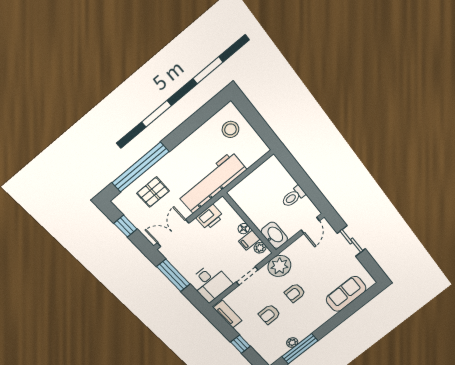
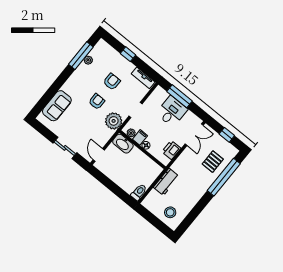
workbench: (212, 183) -> (166, 182), width x0.53, depth x0.76
toilet: (293, 197) -> (139, 192), moved
window: (173, 275) -> (180, 96), moved
desk: (211, 283) -> (172, 111), moved, turned 90

